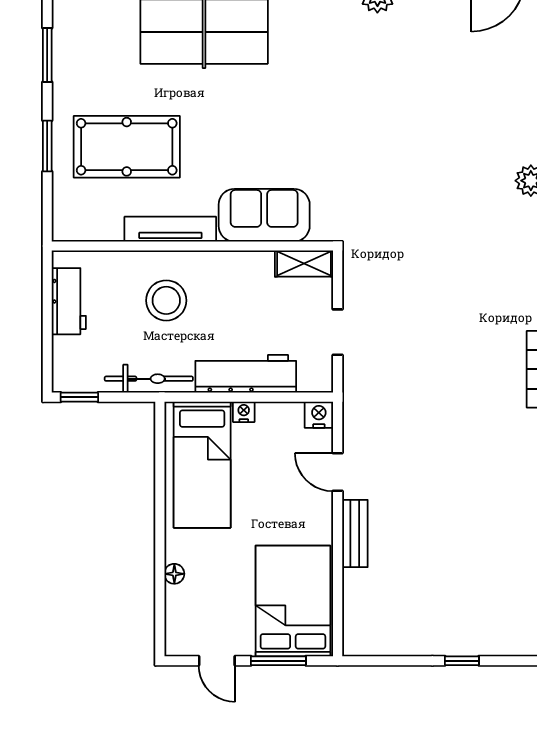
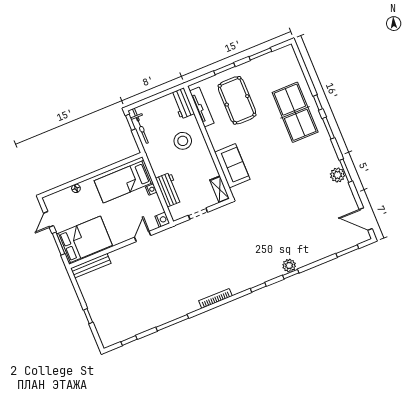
tv unit: (170, 229) -> (202, 107), moved
workbench: (69, 301) -> (182, 103), moved, turned 90
workbench: (246, 374) -> (169, 190), width x0.73
bicycle: (149, 379) -> (140, 126), moved
bench: (355, 534) -> (91, 266), moved, width x1.36

